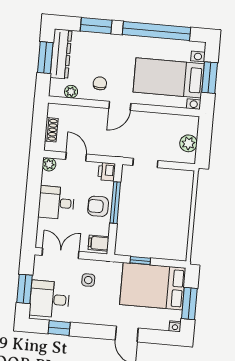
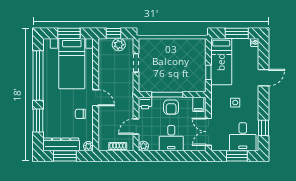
plant: (71, 92) -> (88, 146), moved
window: (204, 138) -> (114, 33), added
doorway: (145, 163) -> (136, 63), moved
side table: (88, 280) -> (235, 103), moved
bed: (153, 286) -> (221, 62), width x0.67

